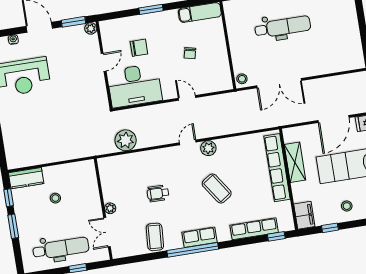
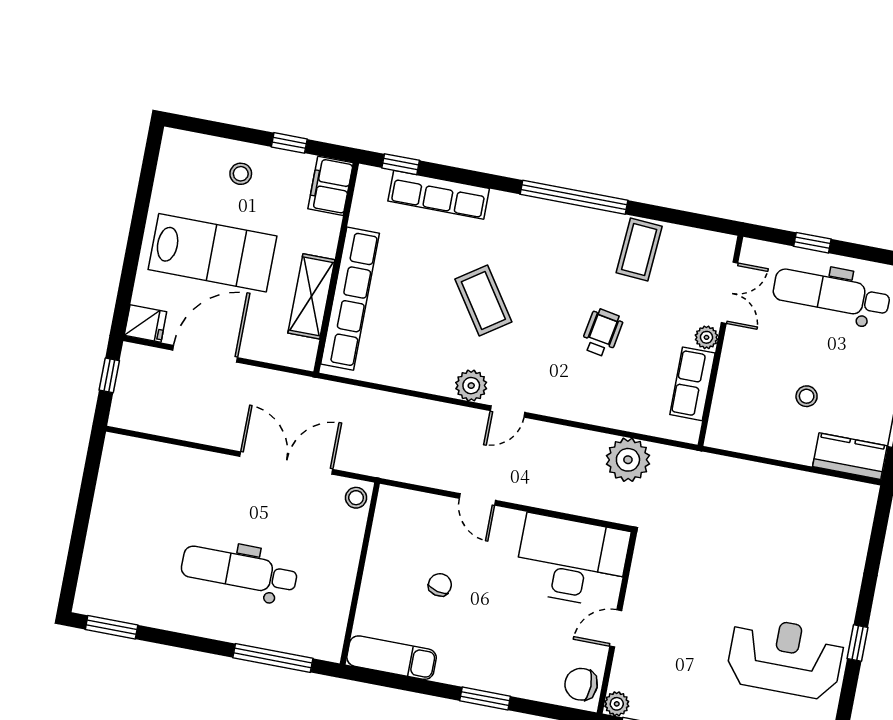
chair: (139, 48) -> (581, 684), moved
wheelchair: (158, 193) -> (602, 333), turned -81
row of seats: (199, 237) -> (692, 384), moved, turned 90

